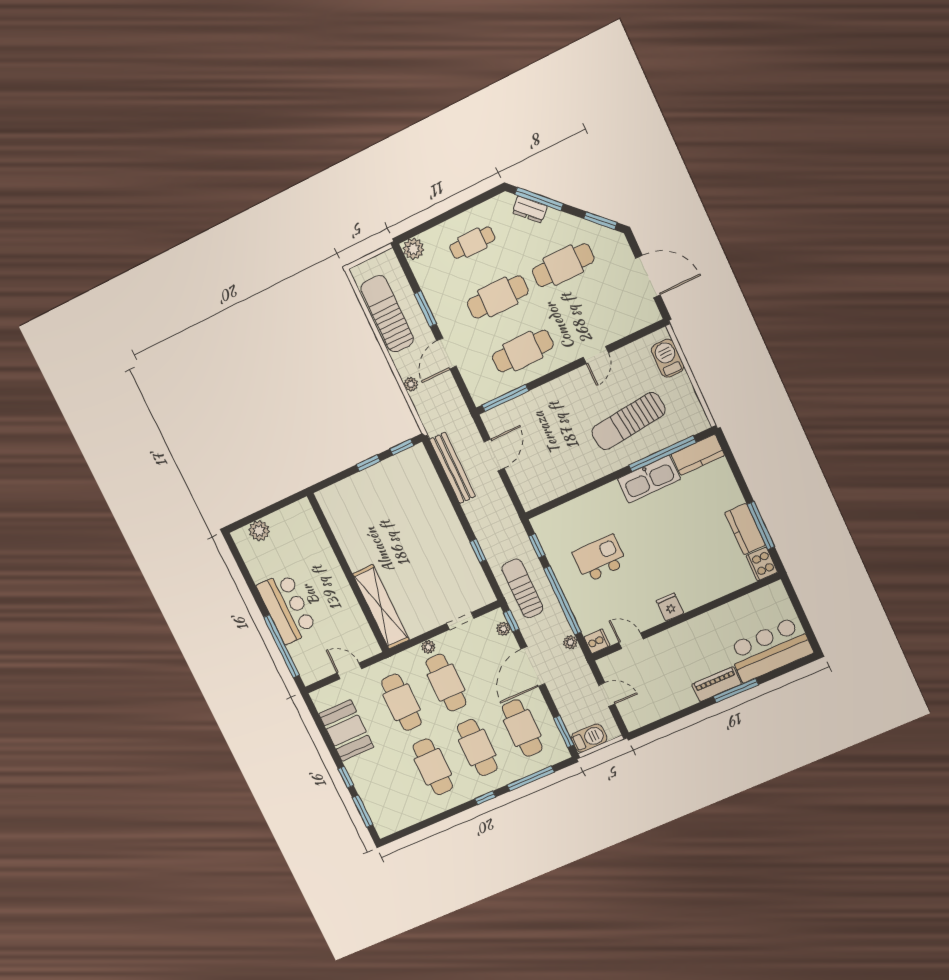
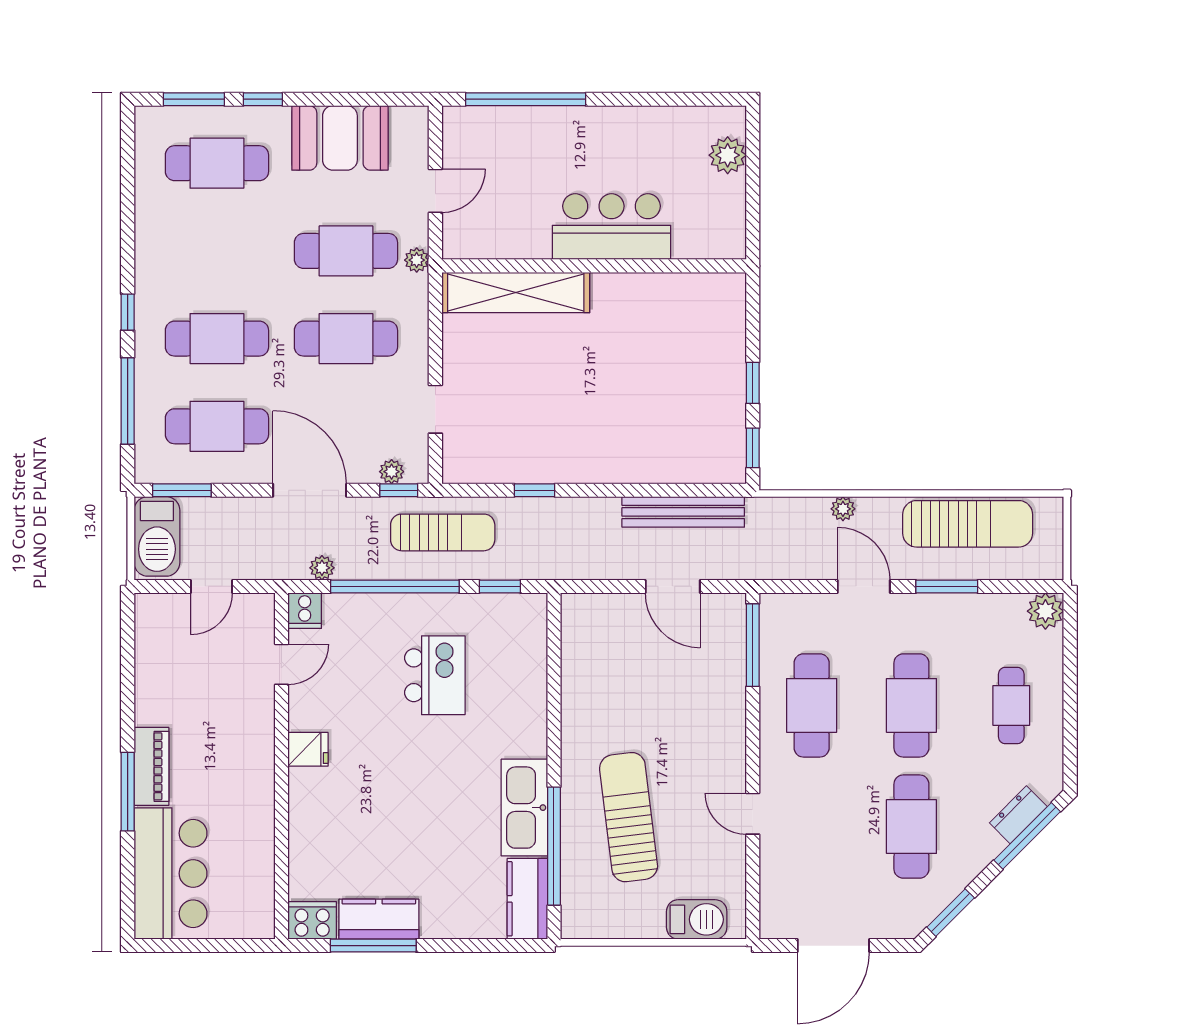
bar counter: (287, 608) -> (612, 227), moved, turned 180
plant: (428, 647) -> (417, 260), moved
barbecue: (589, 738) -> (157, 536), width x1.37, depth x1.21
cafe table: (433, 767) -> (217, 163), moved

